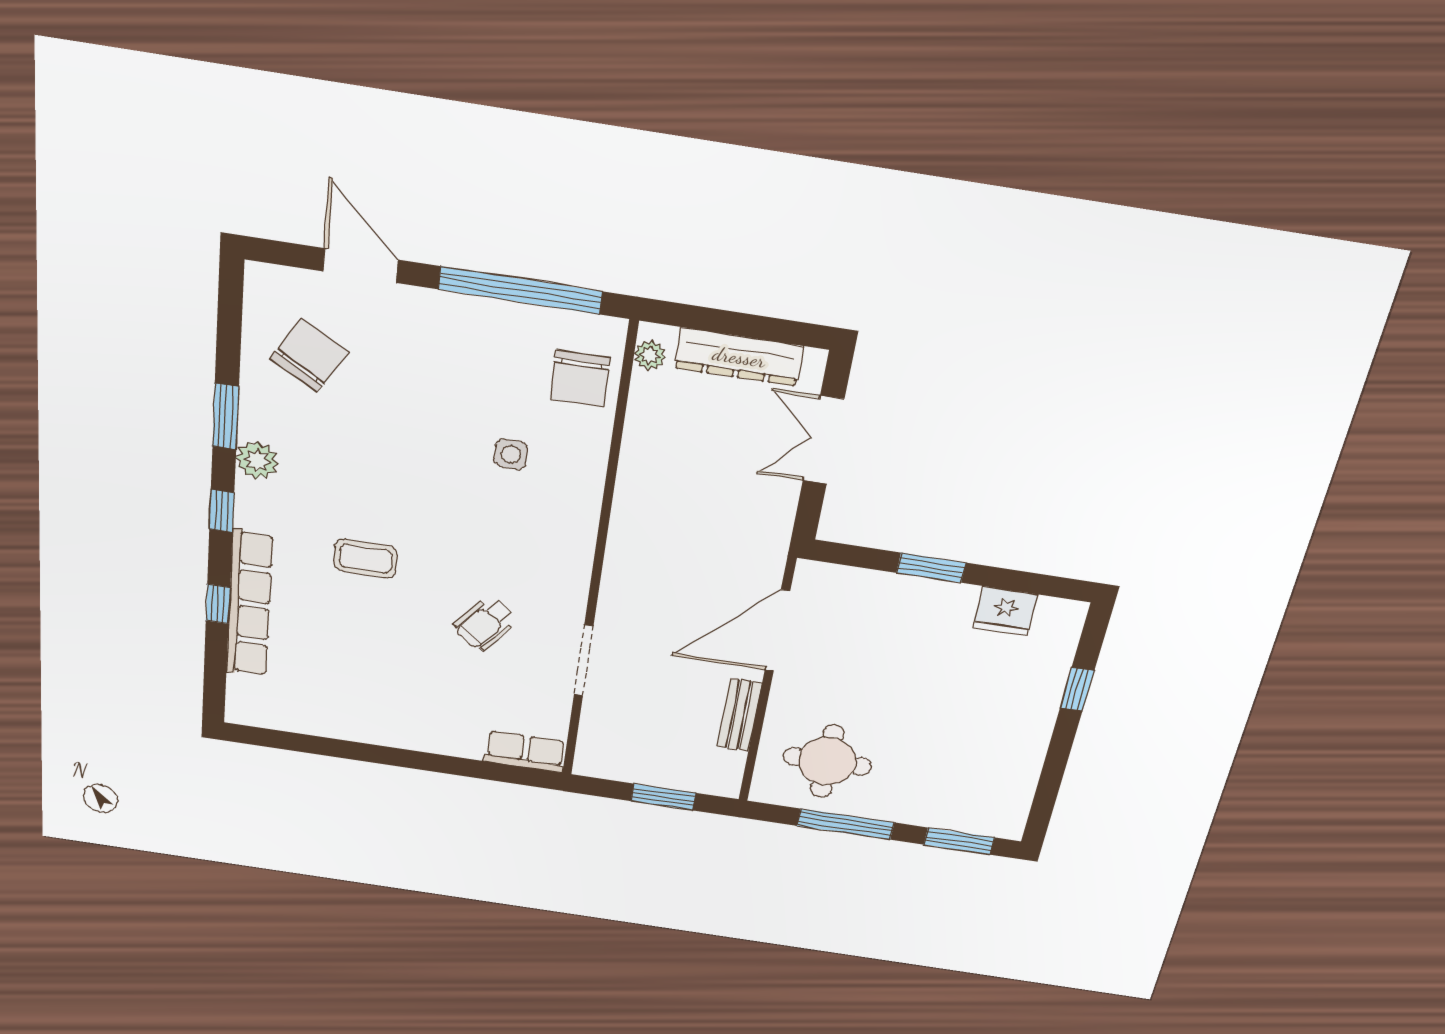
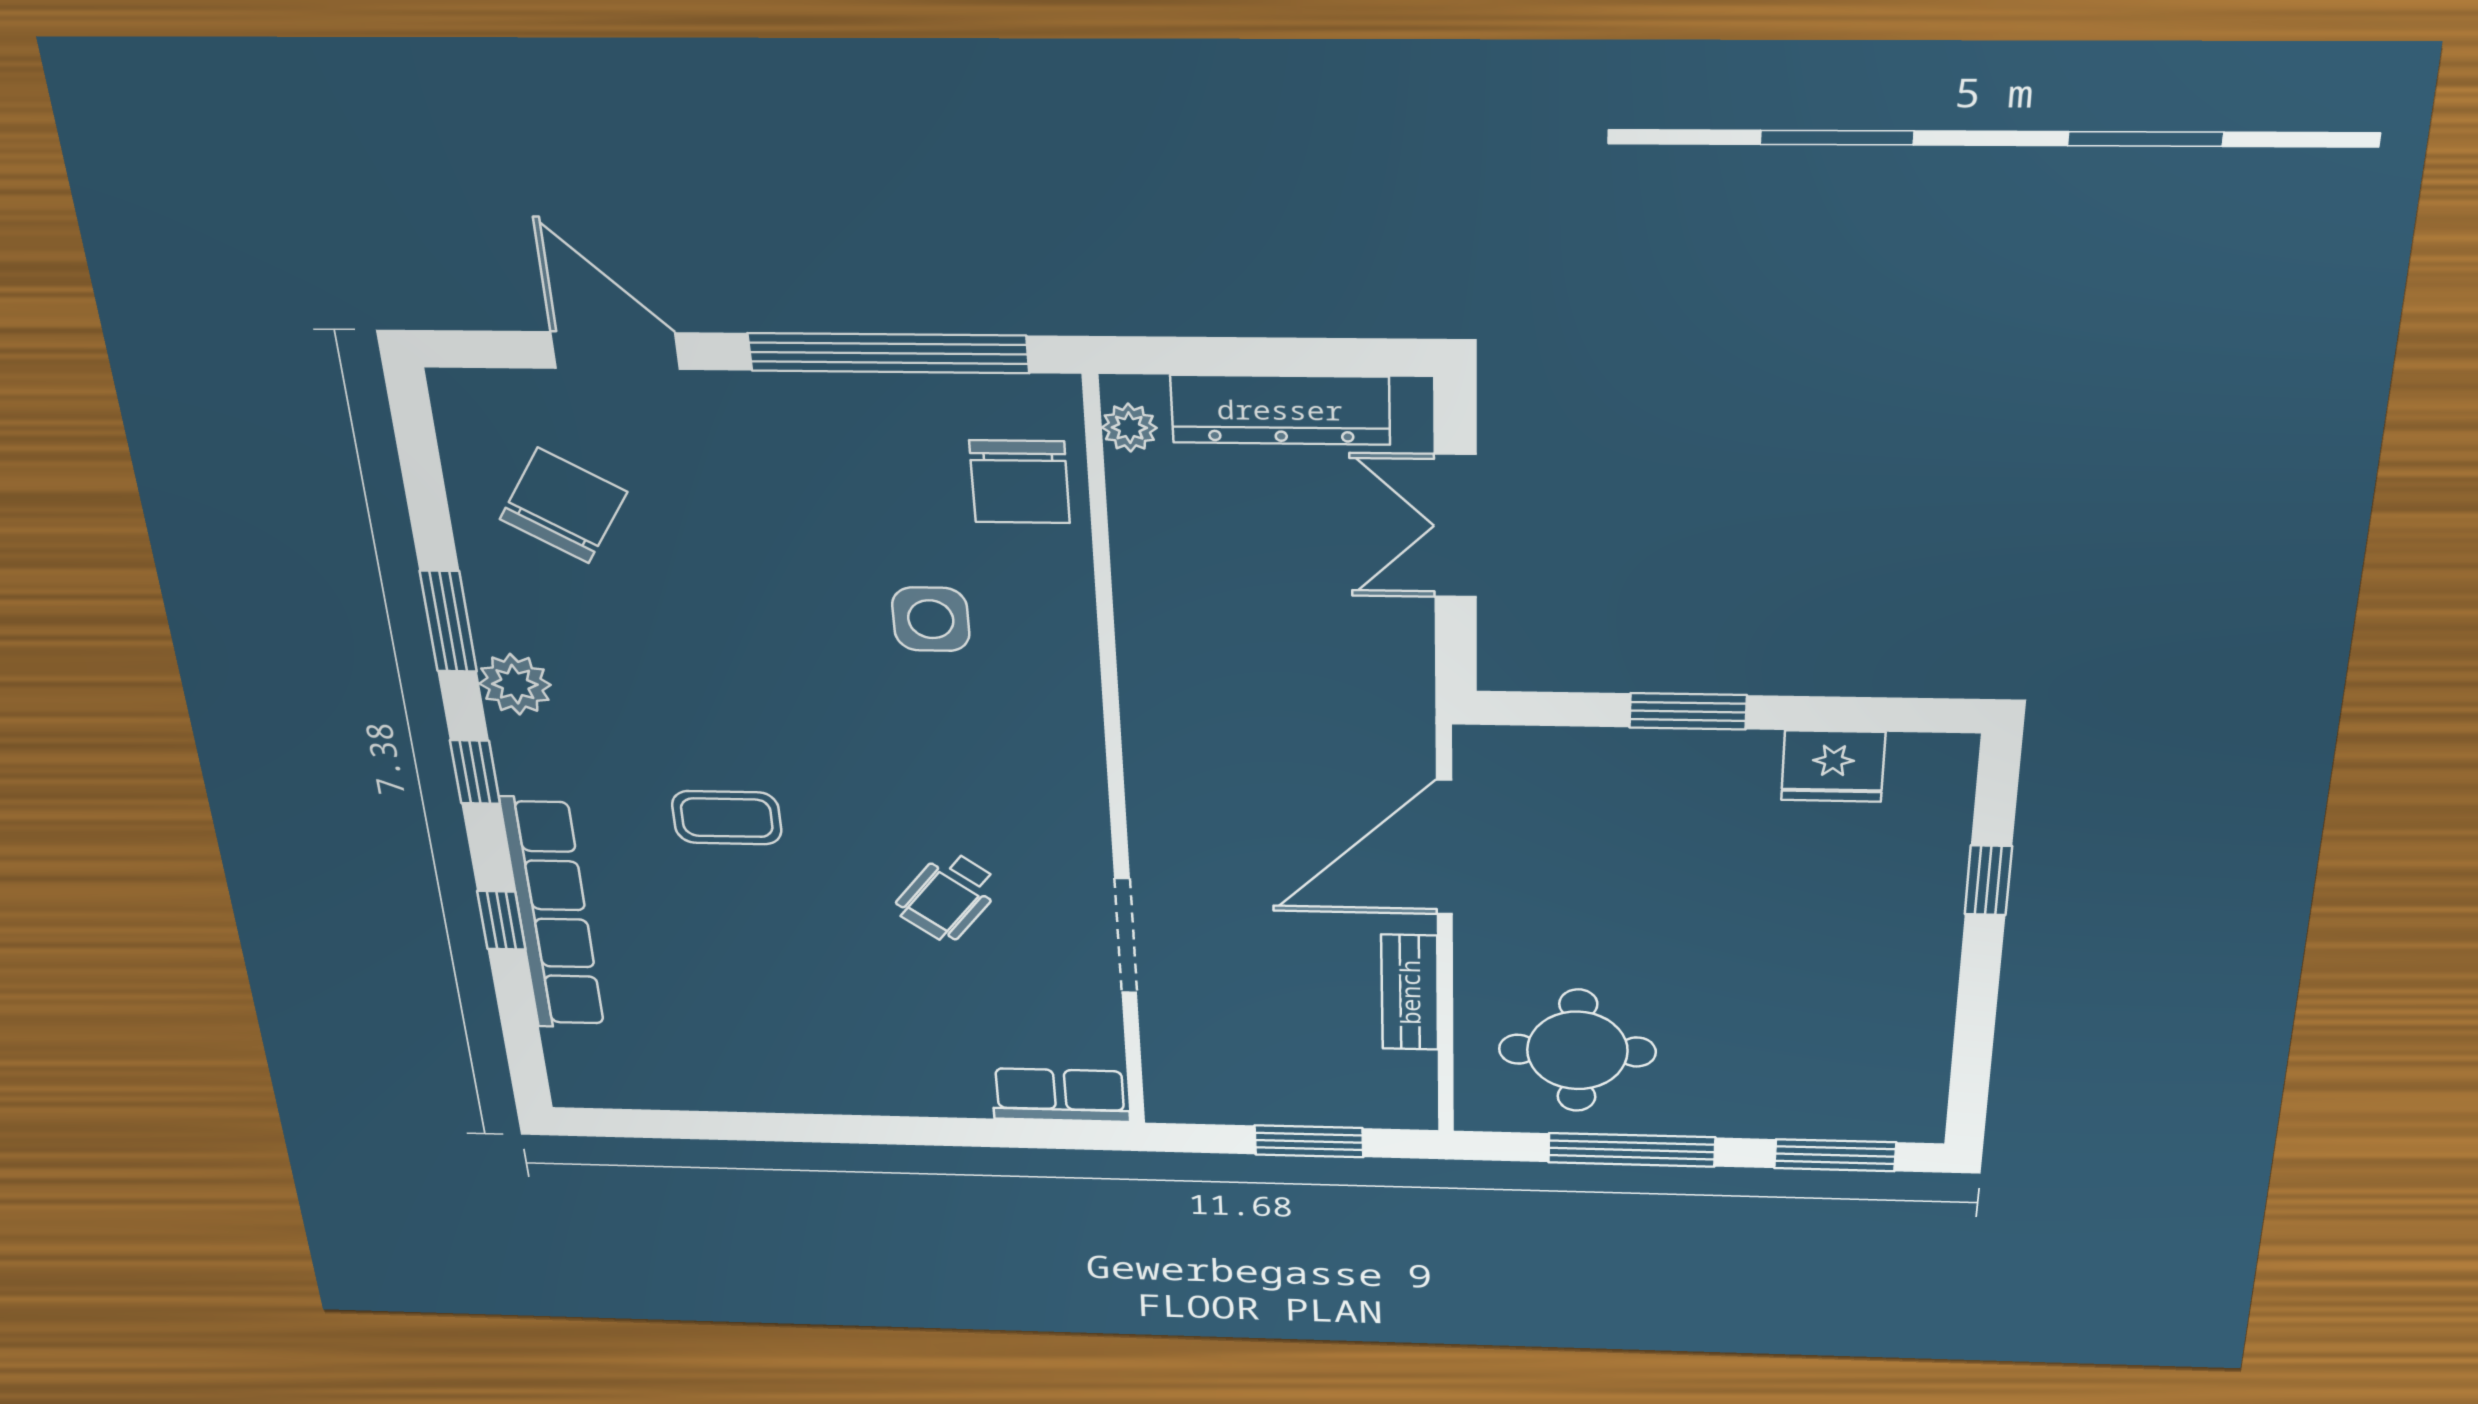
side table: (511, 454) -> (931, 619), width x1.37, depth x1.37

